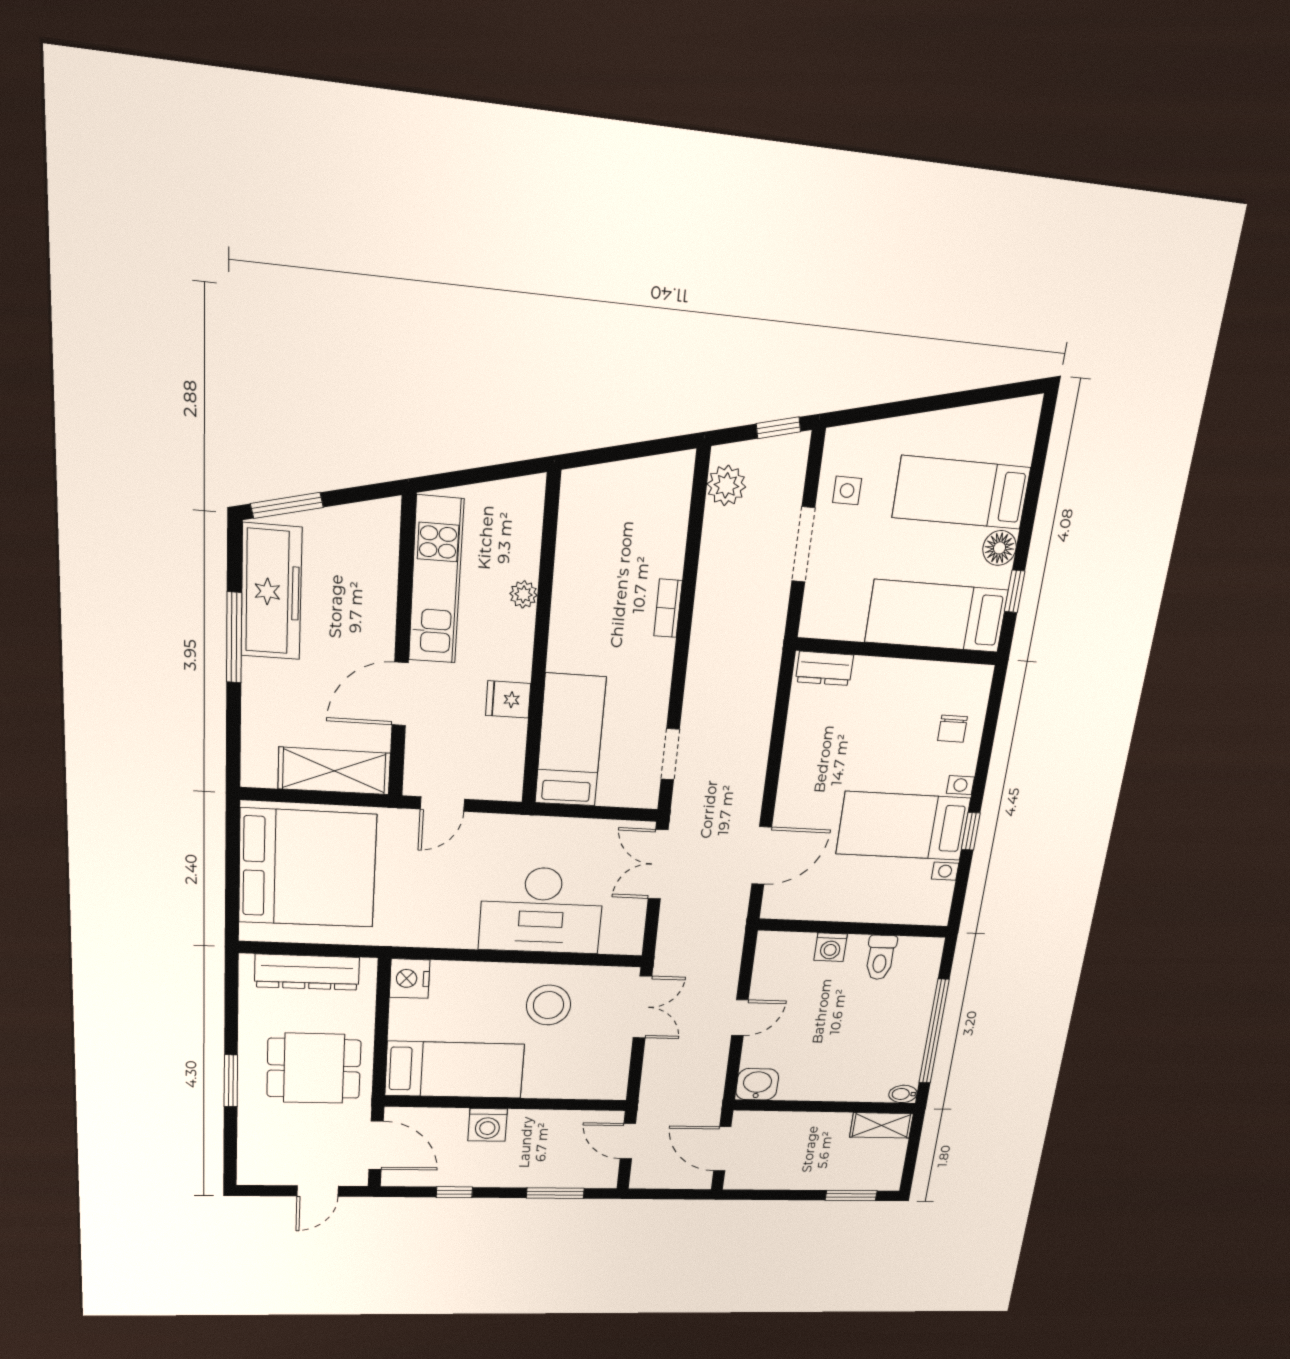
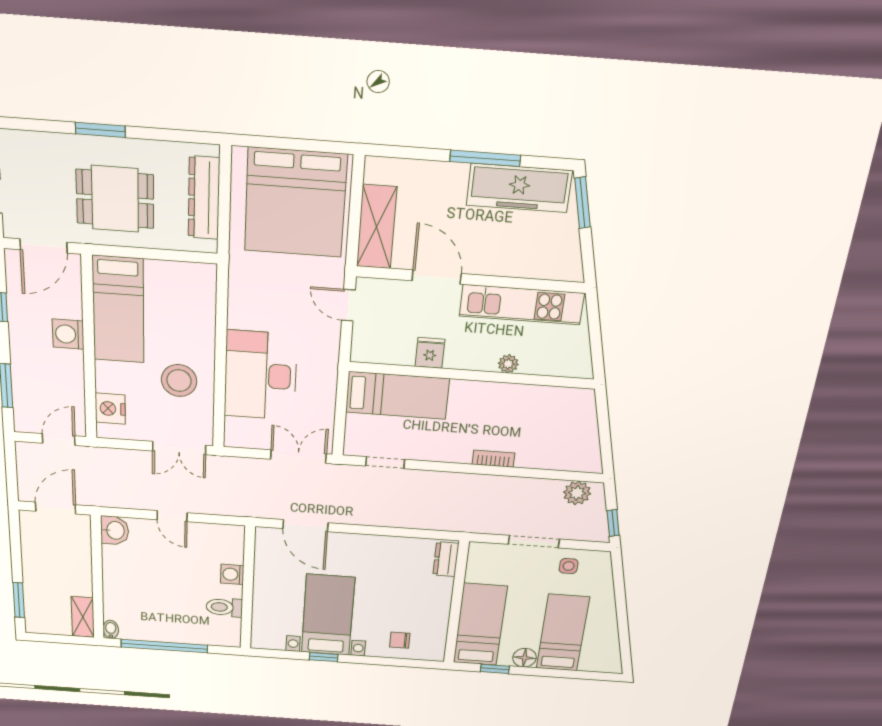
nightstand: (410, 979) -> (110, 409), moved, turned -90
dining table: (314, 1068) -> (115, 199), turned 90

